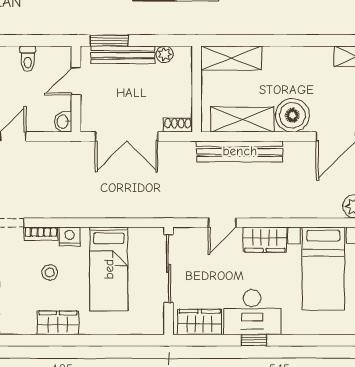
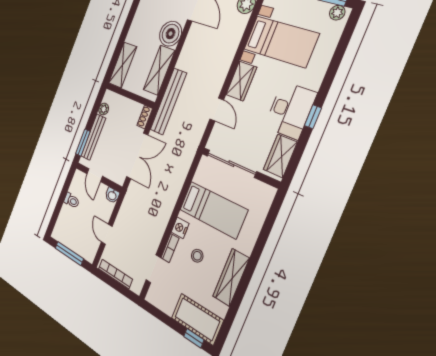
bench: (240, 151) -> (168, 101), moved
wardrobe: (58, 323) -> (231, 277), width x1.50

